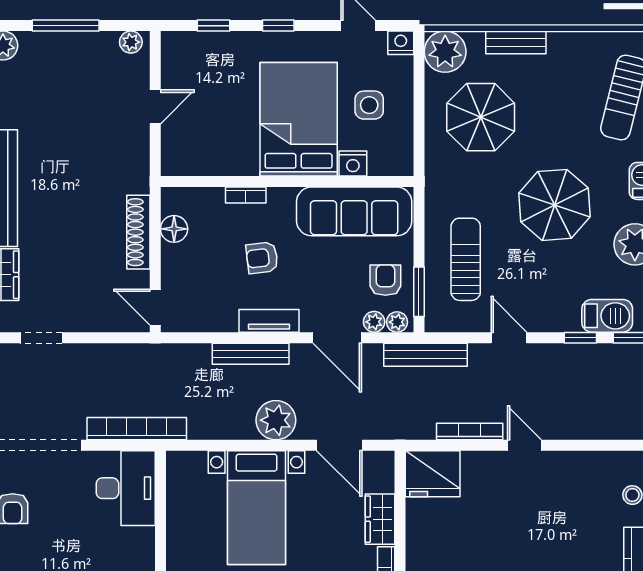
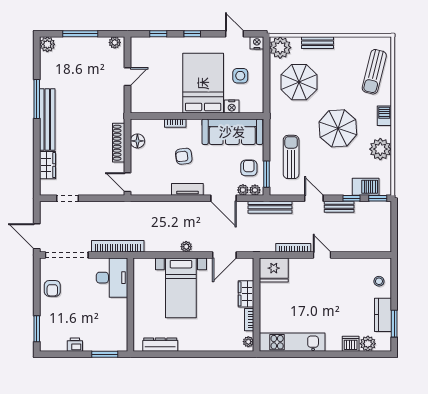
bench: (251, 354) -> (339, 207), moved, width x0.73
plant: (276, 420) -> (186, 247), width x0.53, depth x0.53
door: (339, 445) -> (224, 255), hinge flipped

